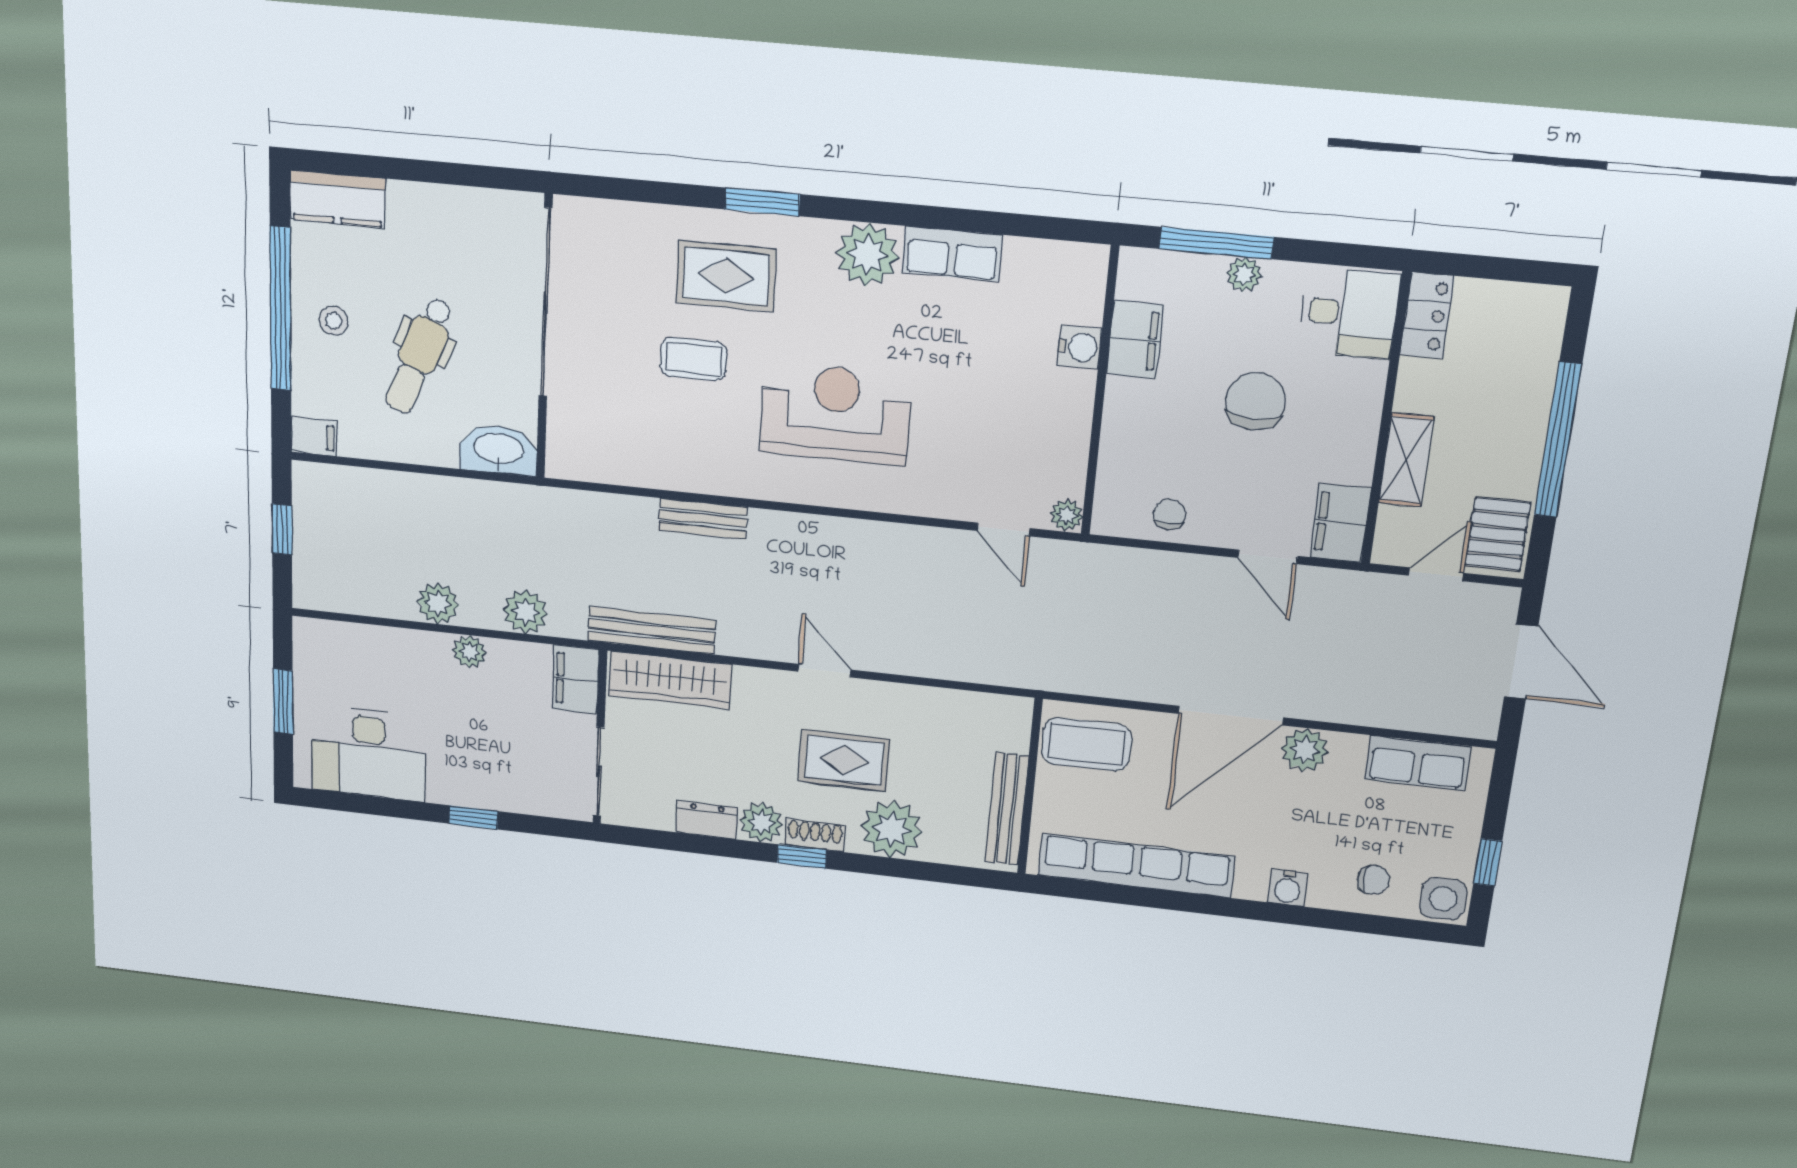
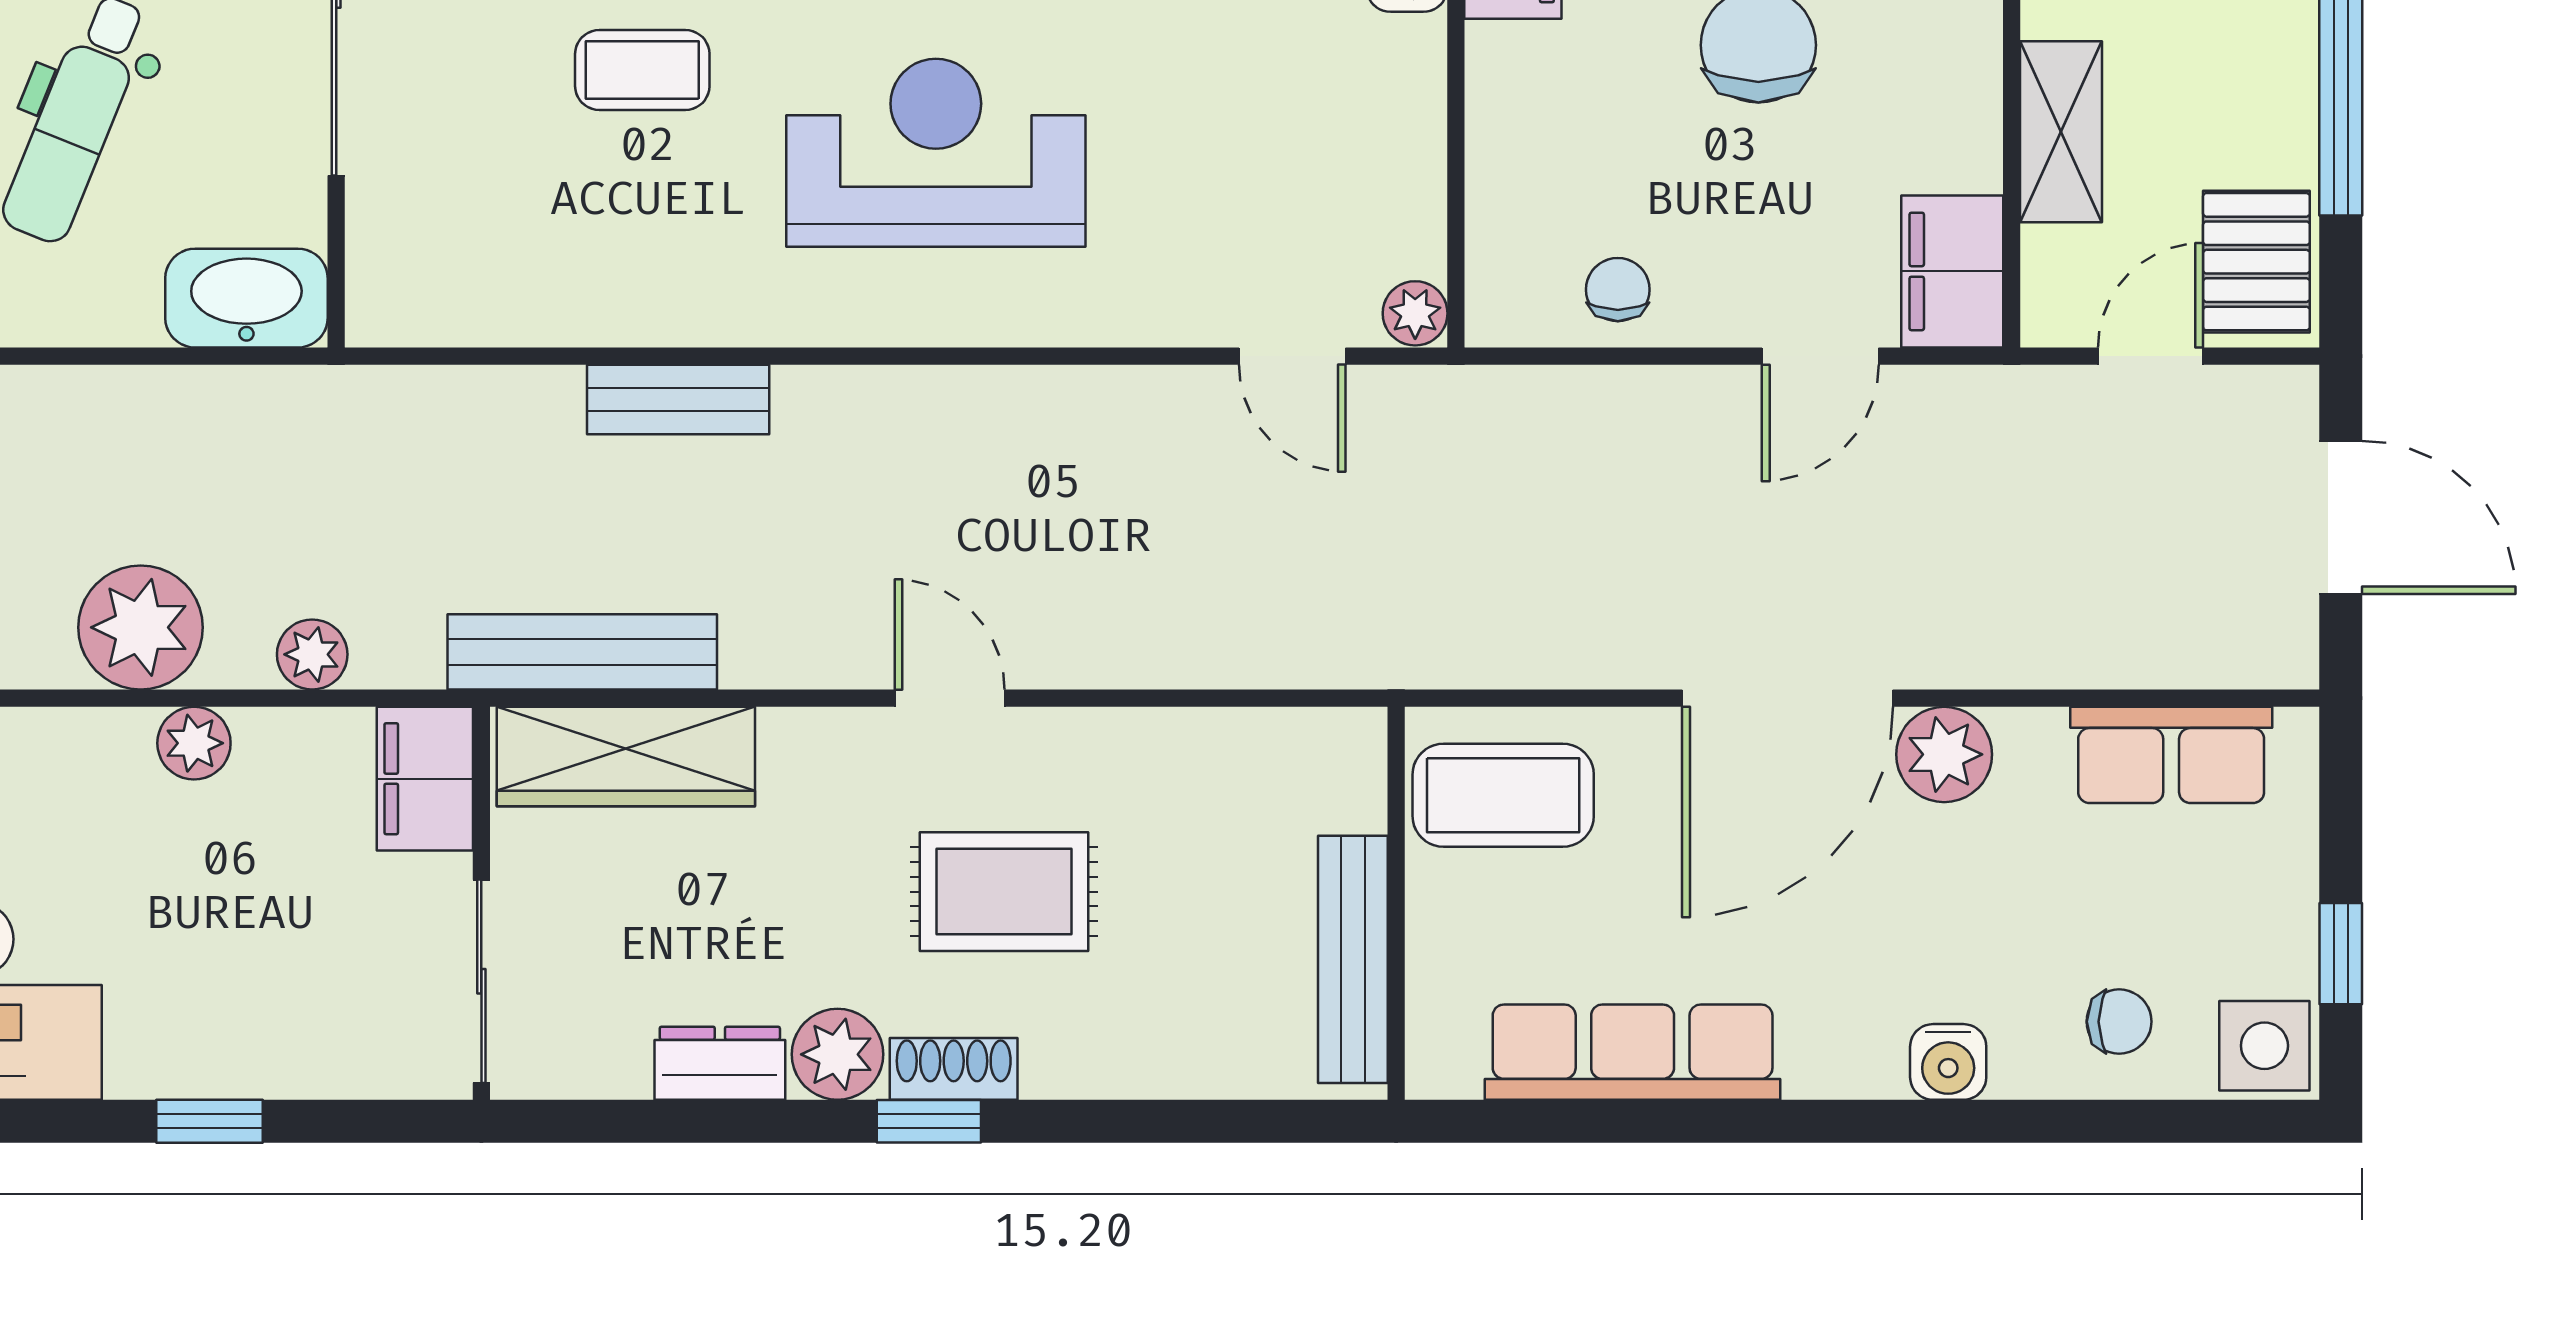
door: (1268, 557) -> (1820, 356), hinge flipped
plant: (438, 603) -> (141, 627), width x1.36, depth x1.36
plant: (525, 612) -> (312, 654), width x0.73, depth x0.73
plant: (892, 829) -> (1115, 1035), removed
row of seats: (1136, 866) -> (1633, 1052), width x0.73

